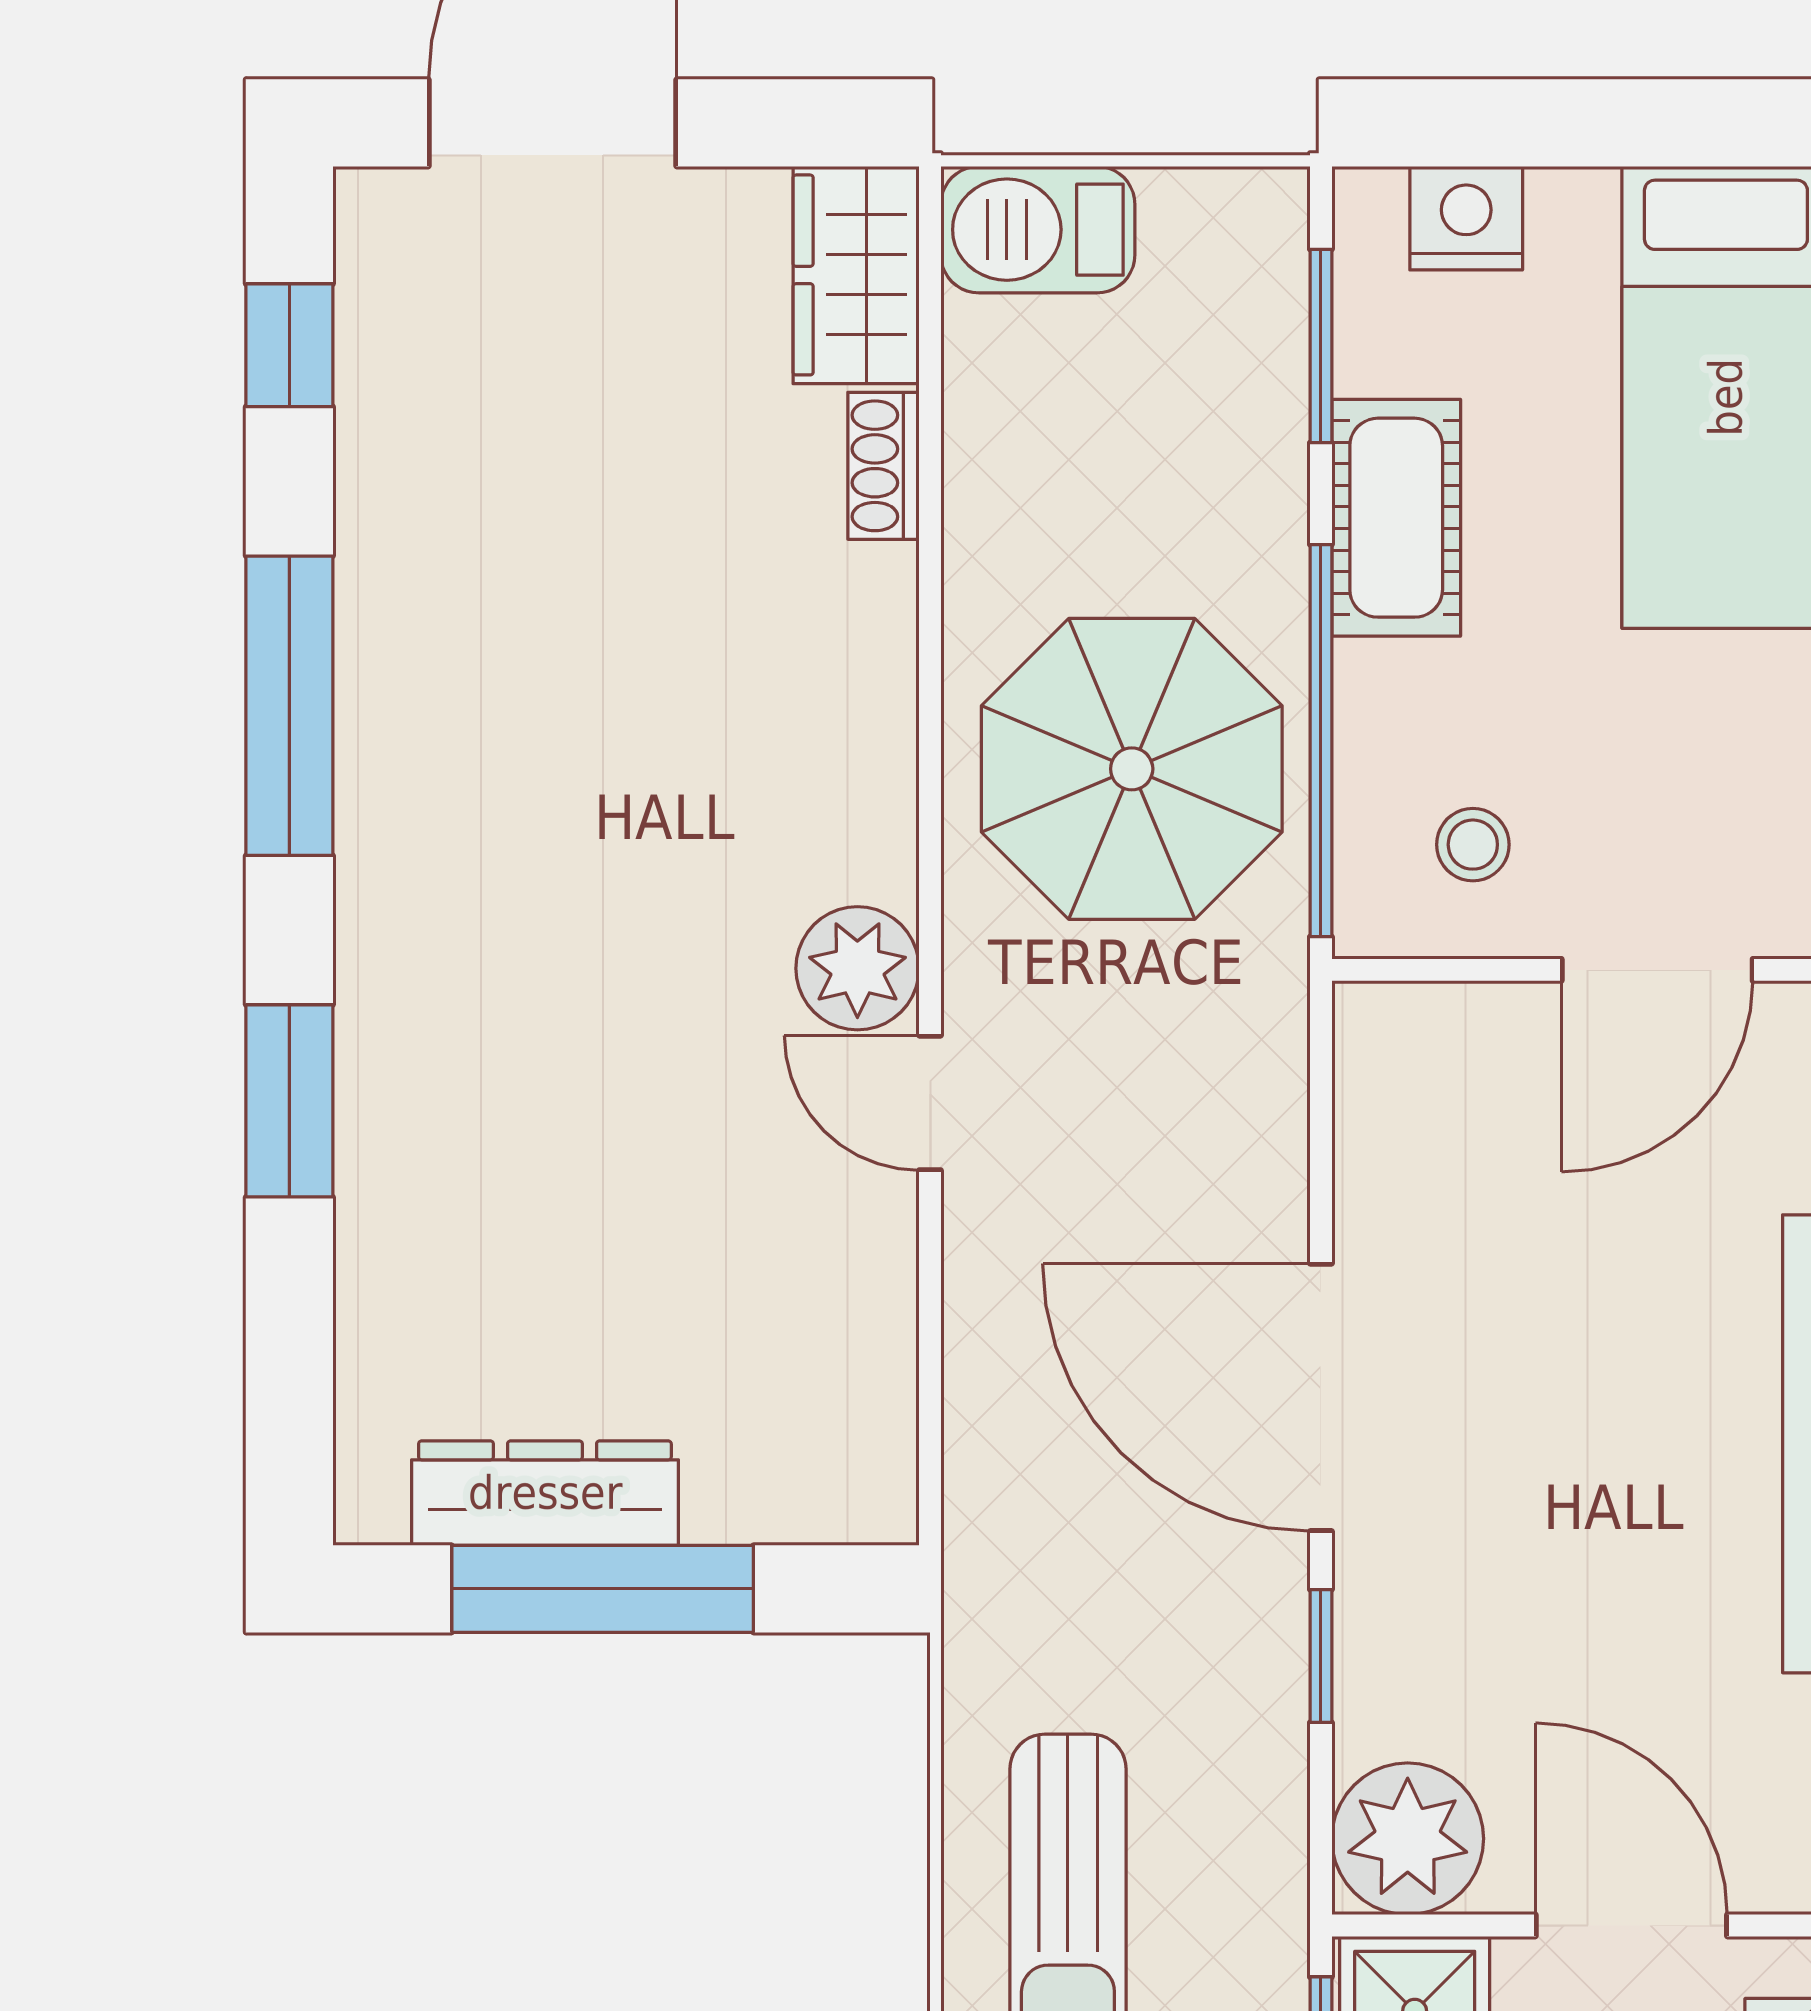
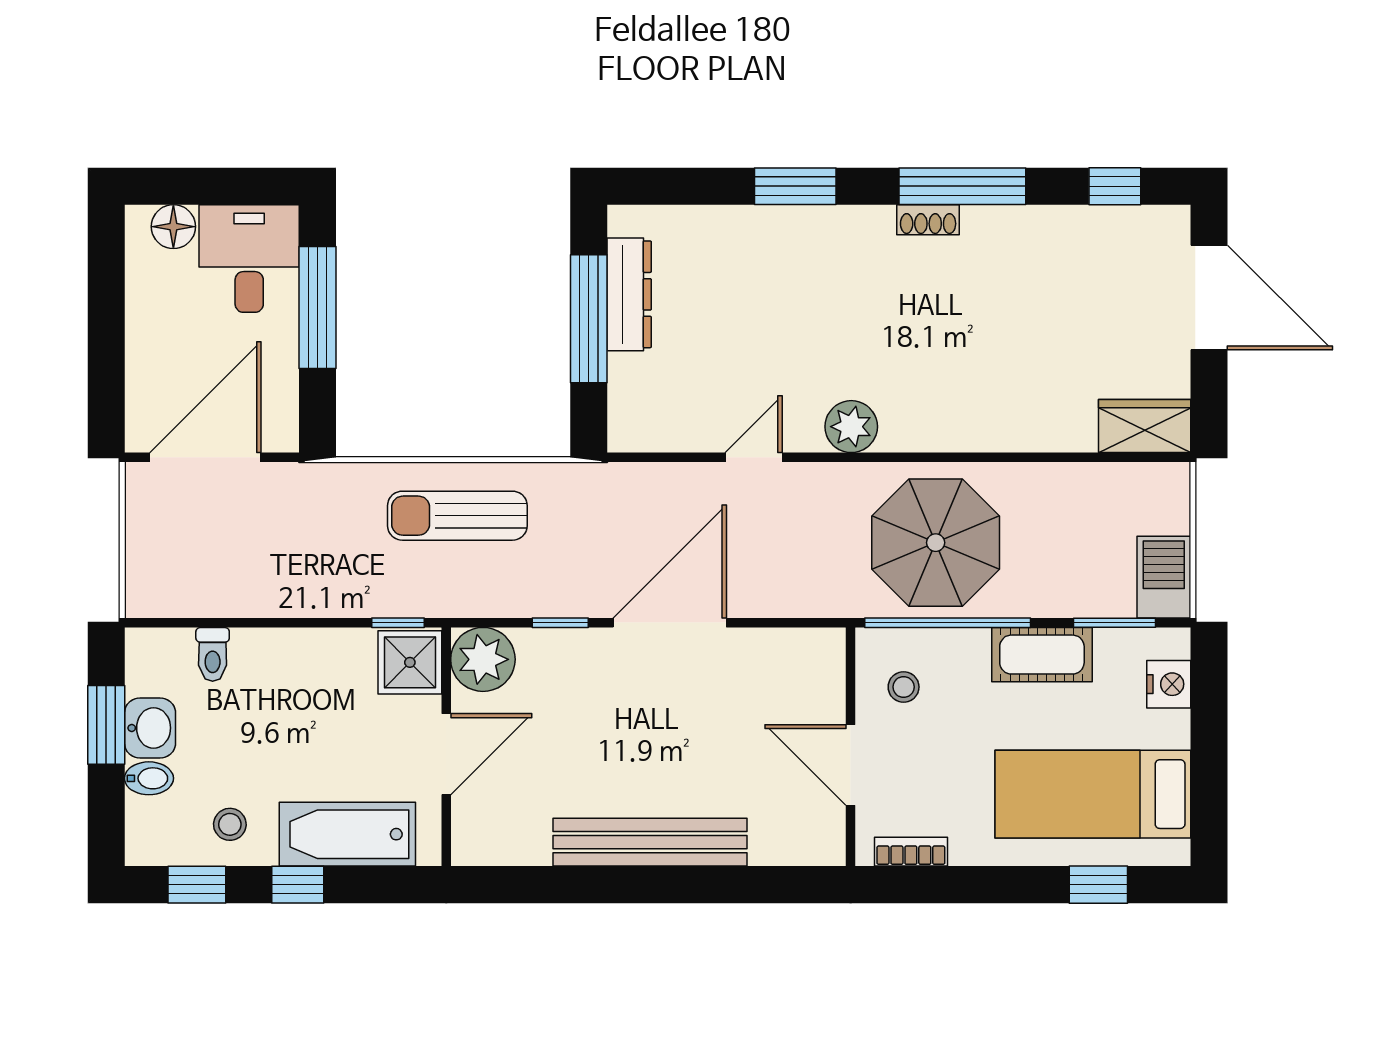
barbecue: (1038, 230) -> (1164, 577), moved
shoe rack: (883, 466) -> (928, 220), moved, turned 180
door: (930, 1103) -> (754, 457), moved

